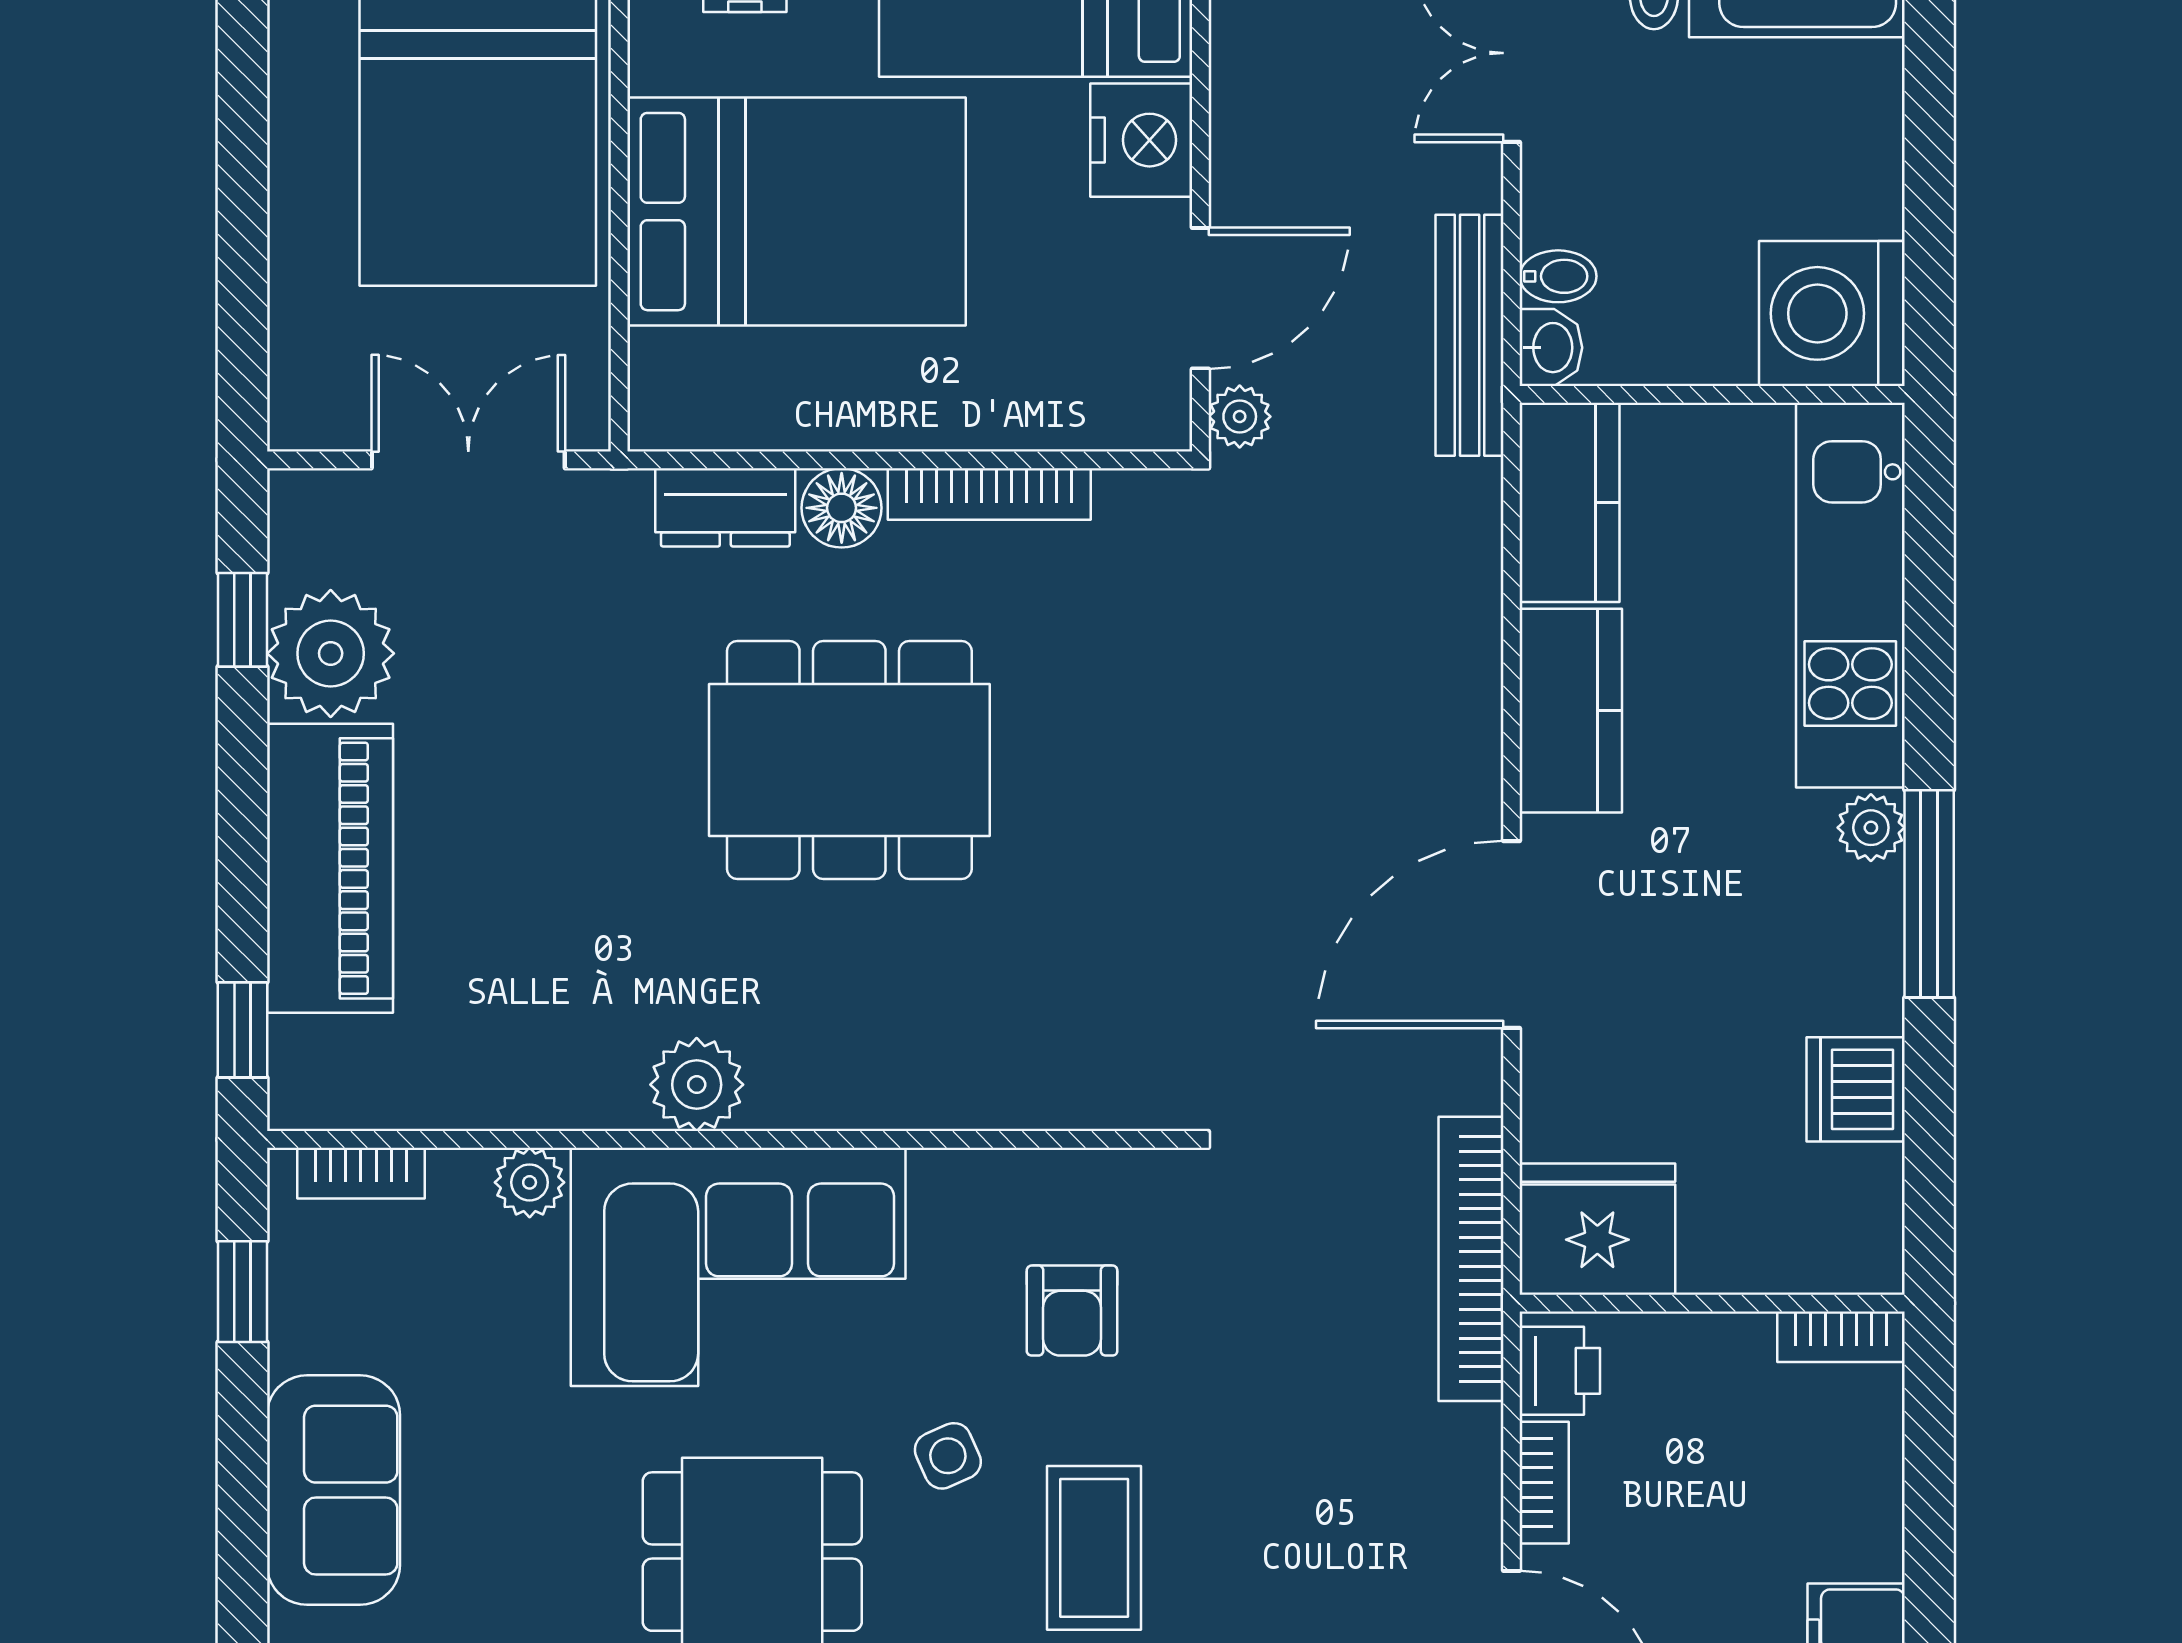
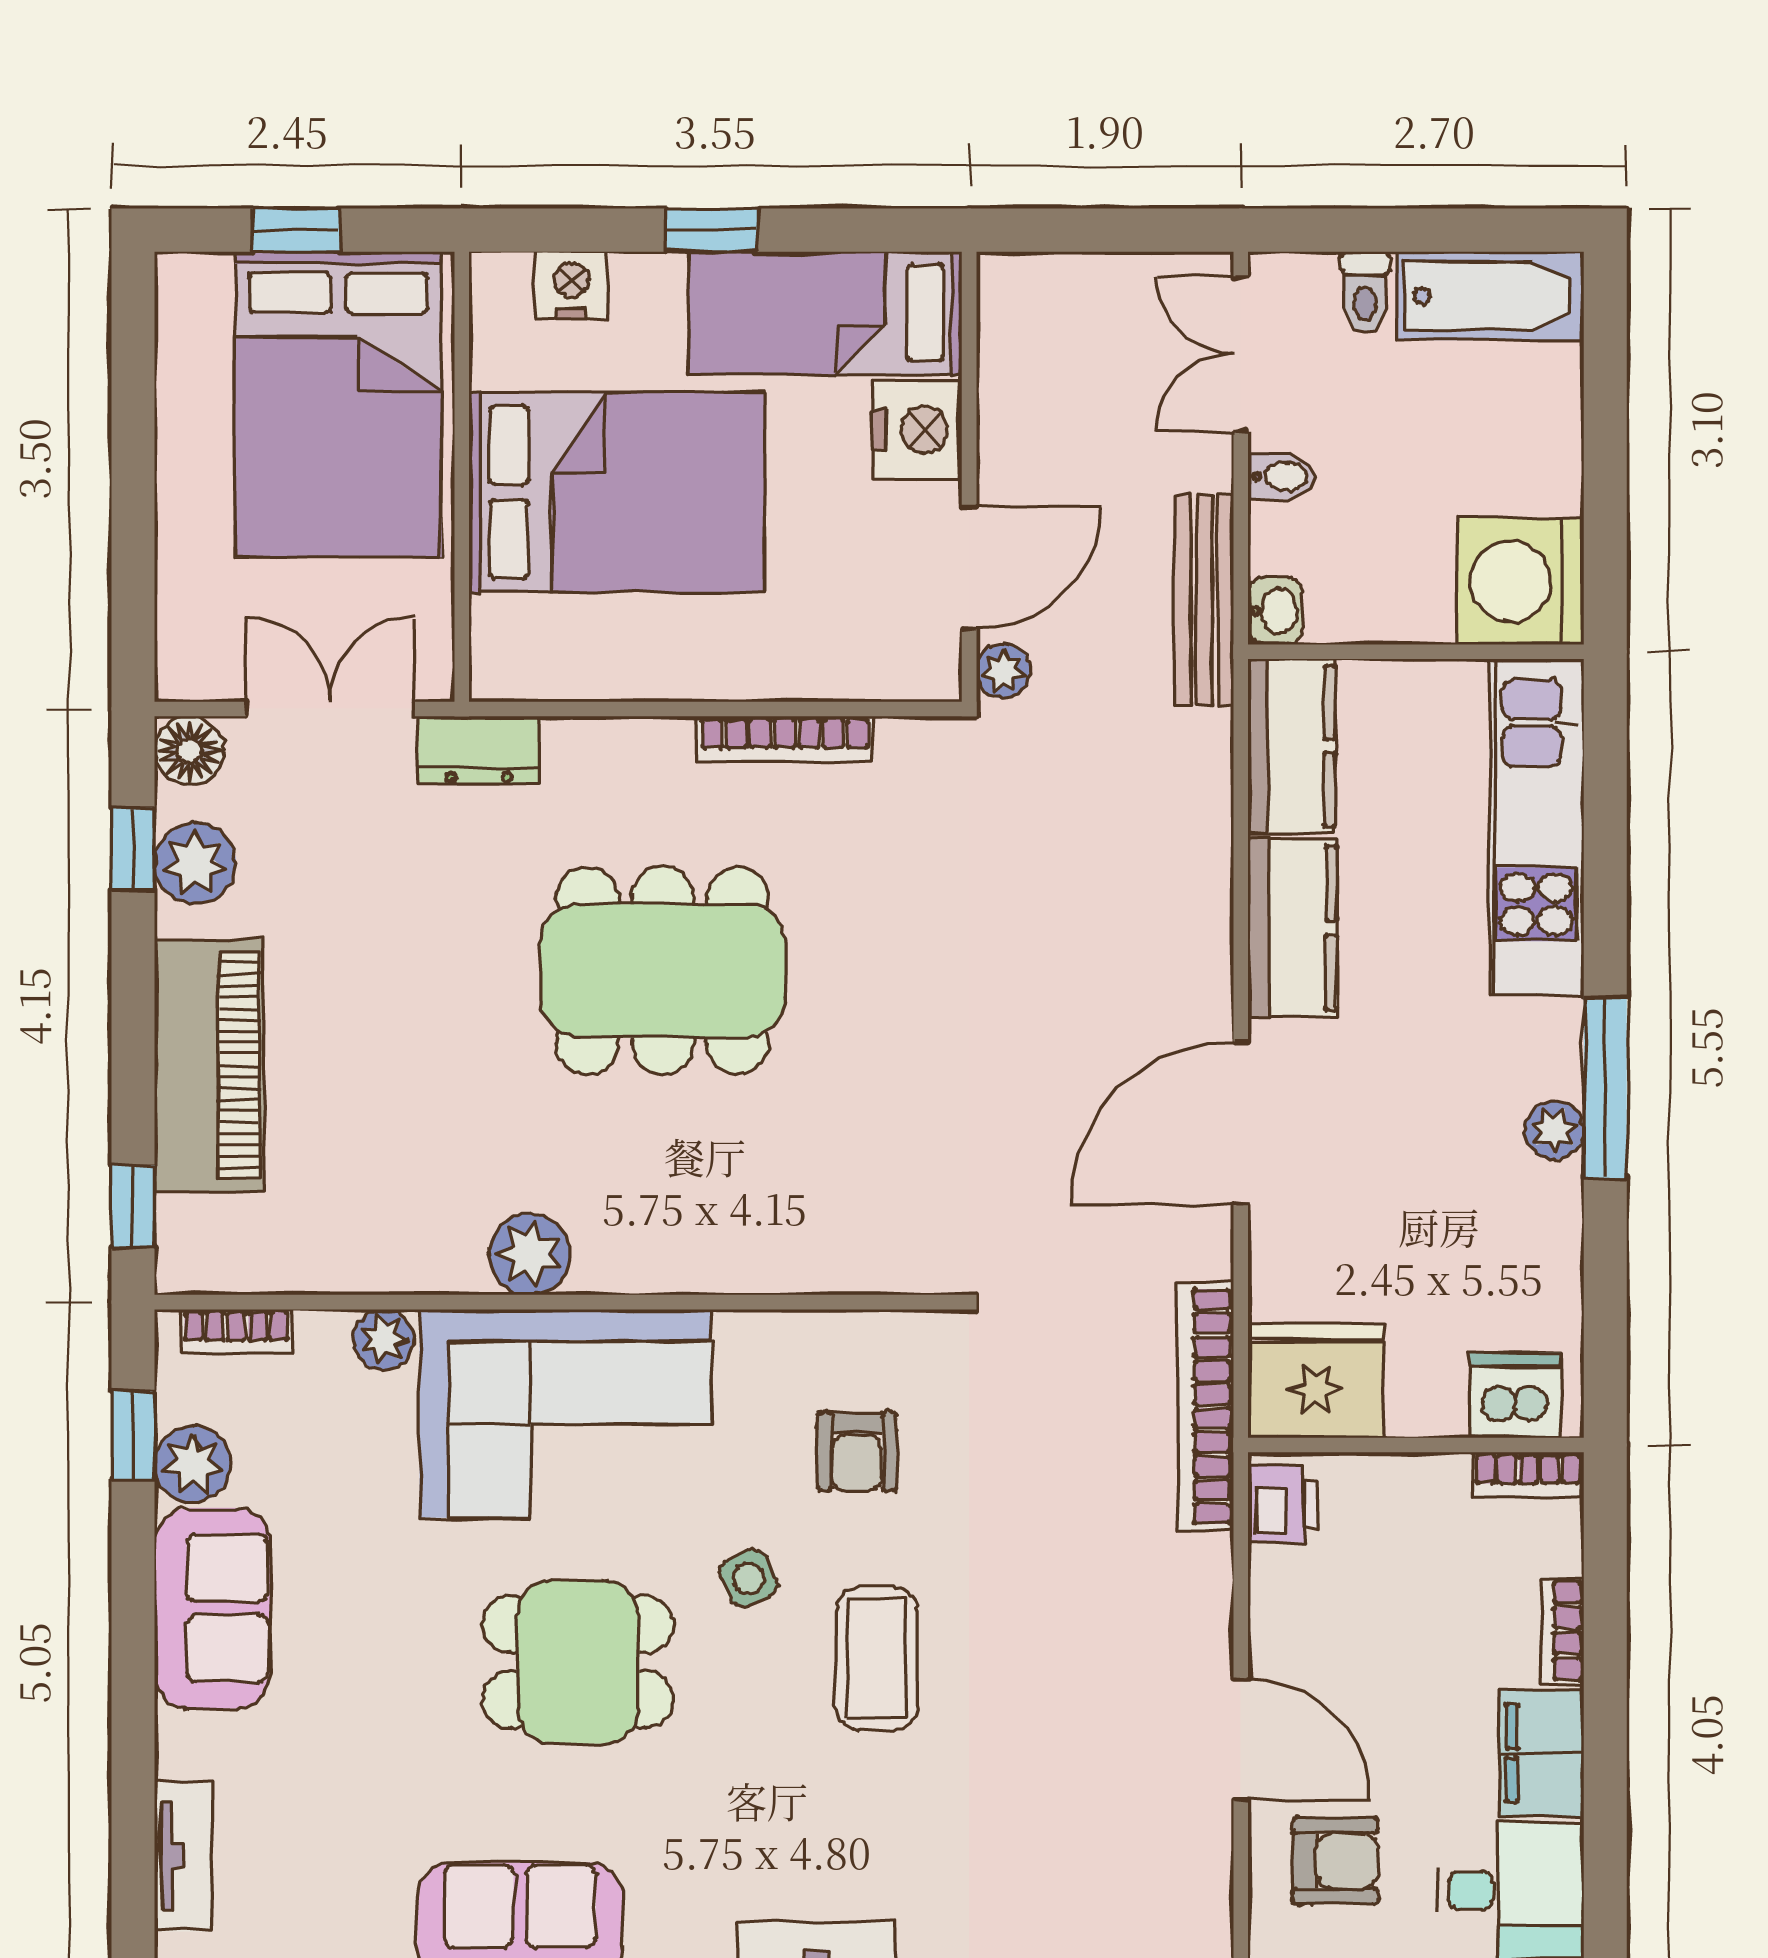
bidet: (1558, 276) -> (1281, 477), moved
dresser: (725, 507) -> (479, 750), moved
floor lamp: (842, 508) -> (189, 751), moved
plant: (331, 653) -> (195, 863), width x0.73, depth x0.73
plant: (1871, 828) -> (1554, 1130), moved
dishwasher: (1856, 1089) -> (1515, 1395), moved, turned 90
plant: (311, 1325) -> (193, 1464), added
bookcase: (1544, 1483) -> (1562, 1631), moved, turned 180

